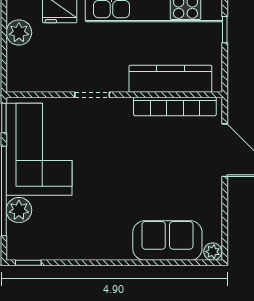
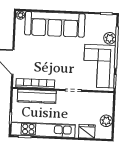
sofa: (167, 241) -> (55, 24), width x1.85, depth x1.27

